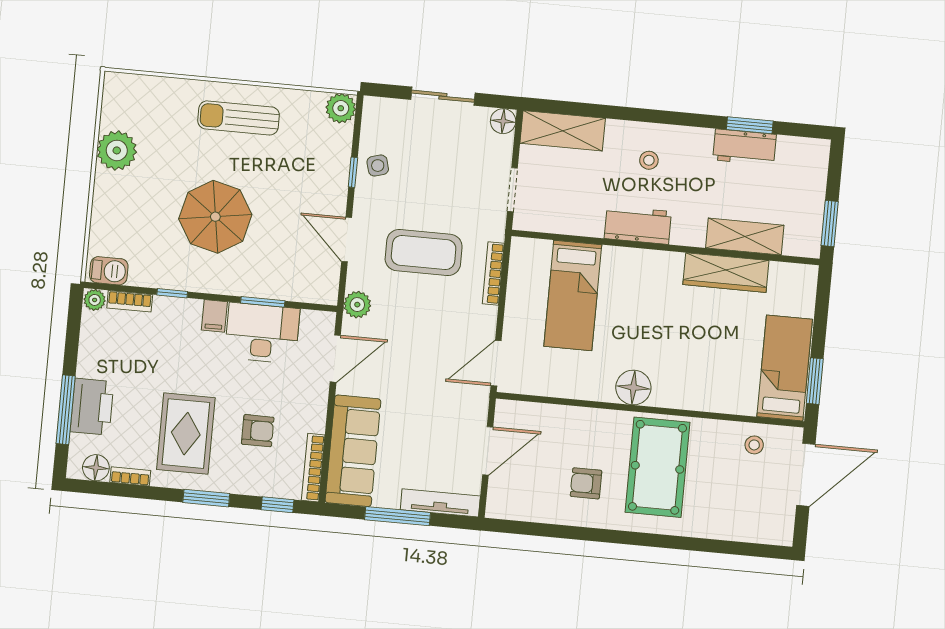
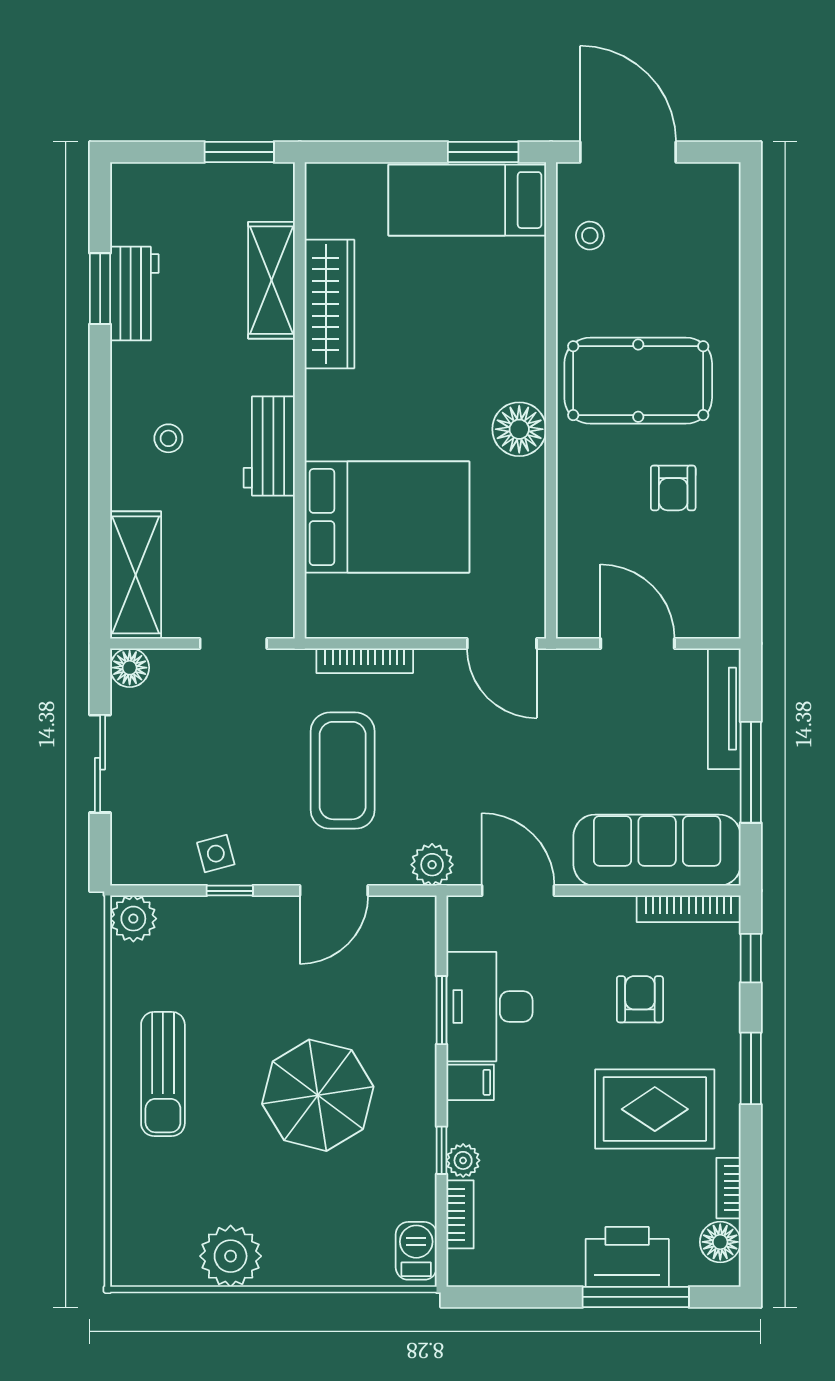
bed: (573, 296) -> (387, 517), width x1.50
plant: (95, 300) -> (463, 1160), moved

